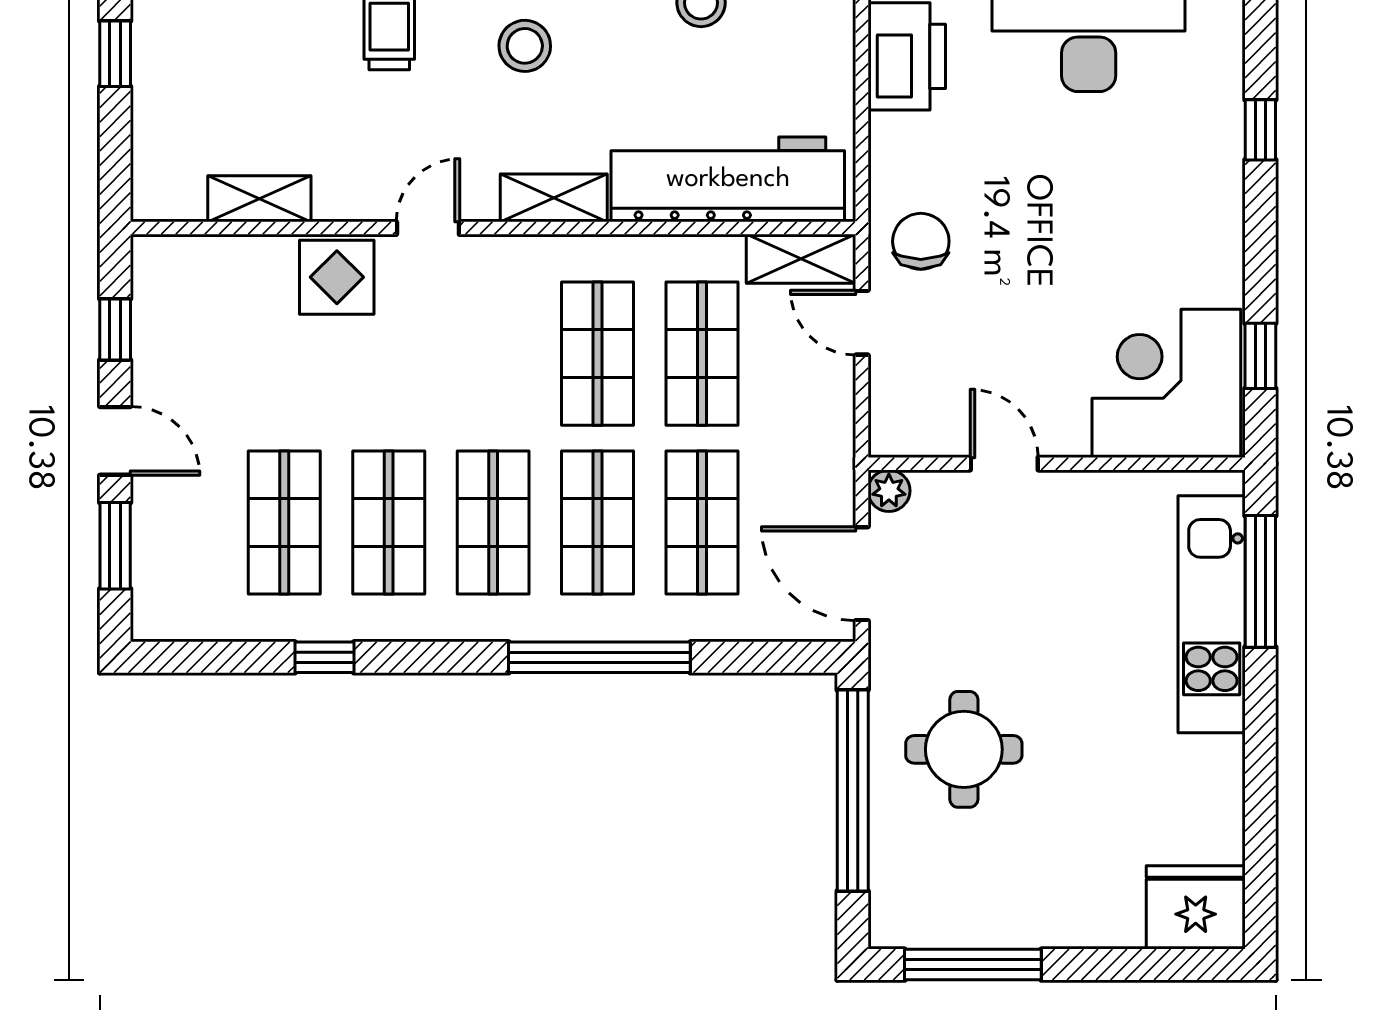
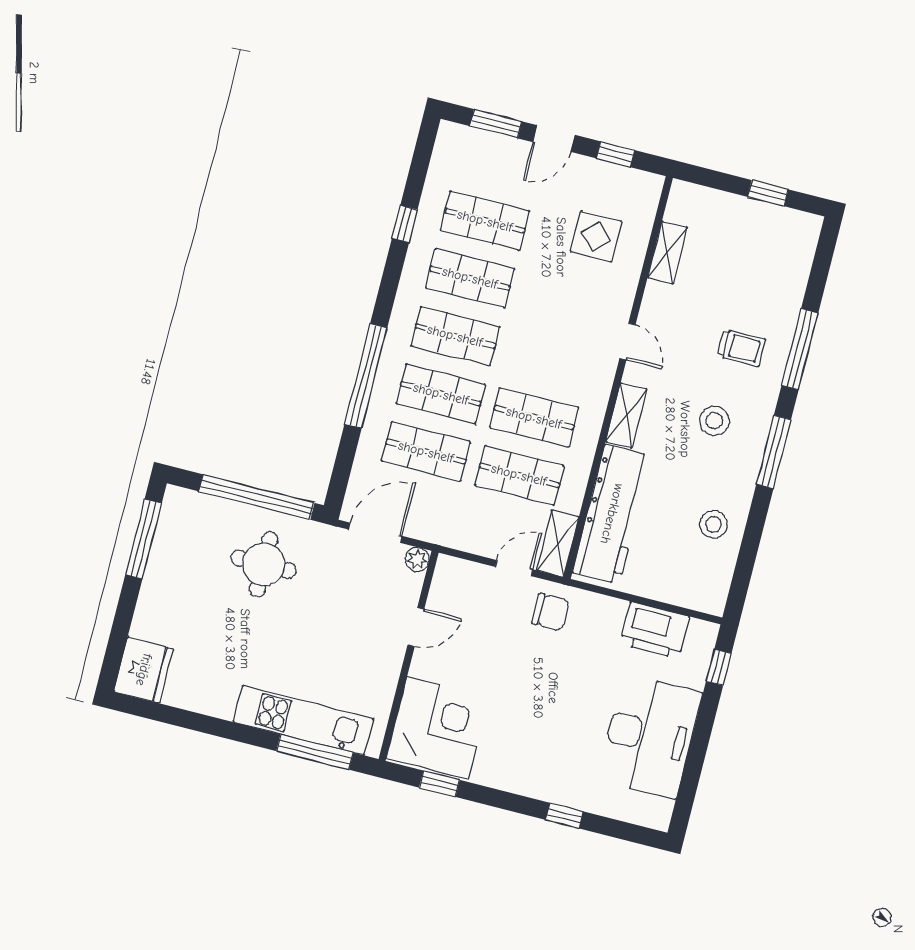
display table: (337, 277) -> (596, 237), moved

